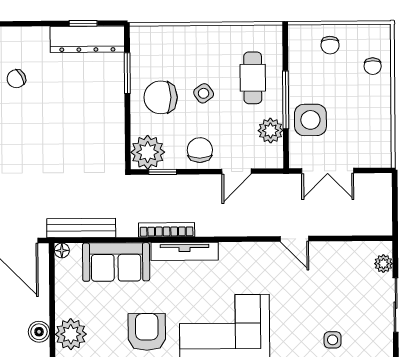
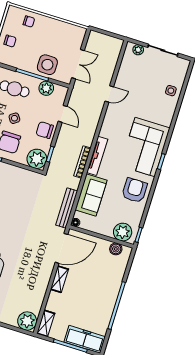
armchair: (147, 332) -> (134, 190), turned 90

